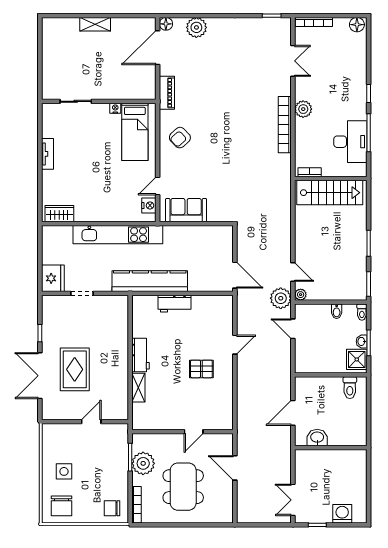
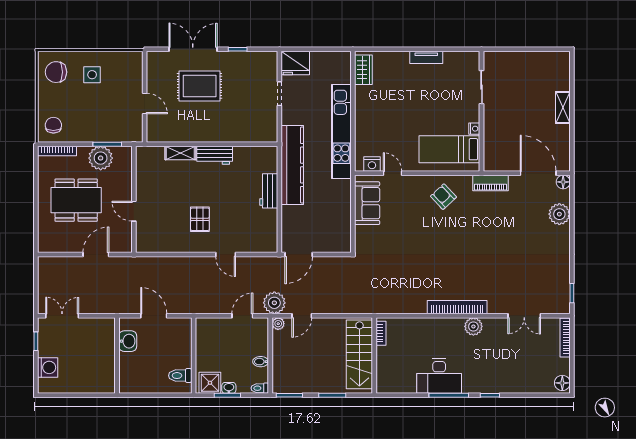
bookcase: (310, 172) -> (381, 333), moved
wall: (331, 178) -> (374, 356), moved
stairs: (330, 193) -> (359, 354), moved

